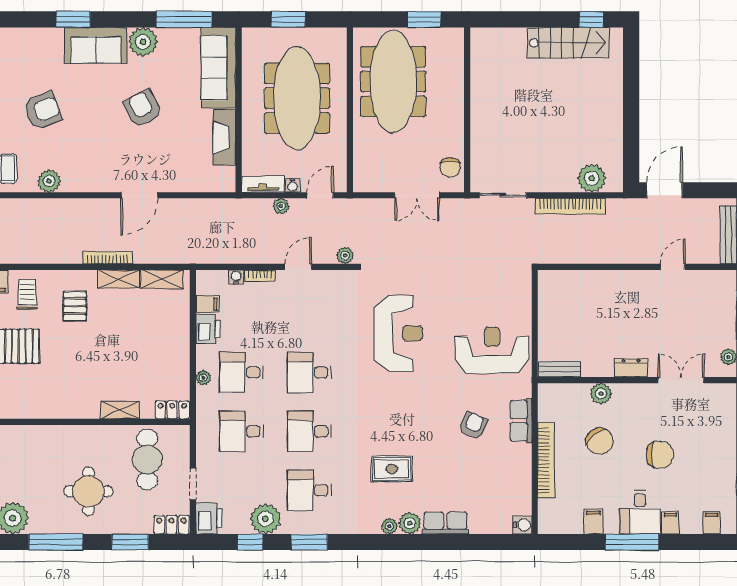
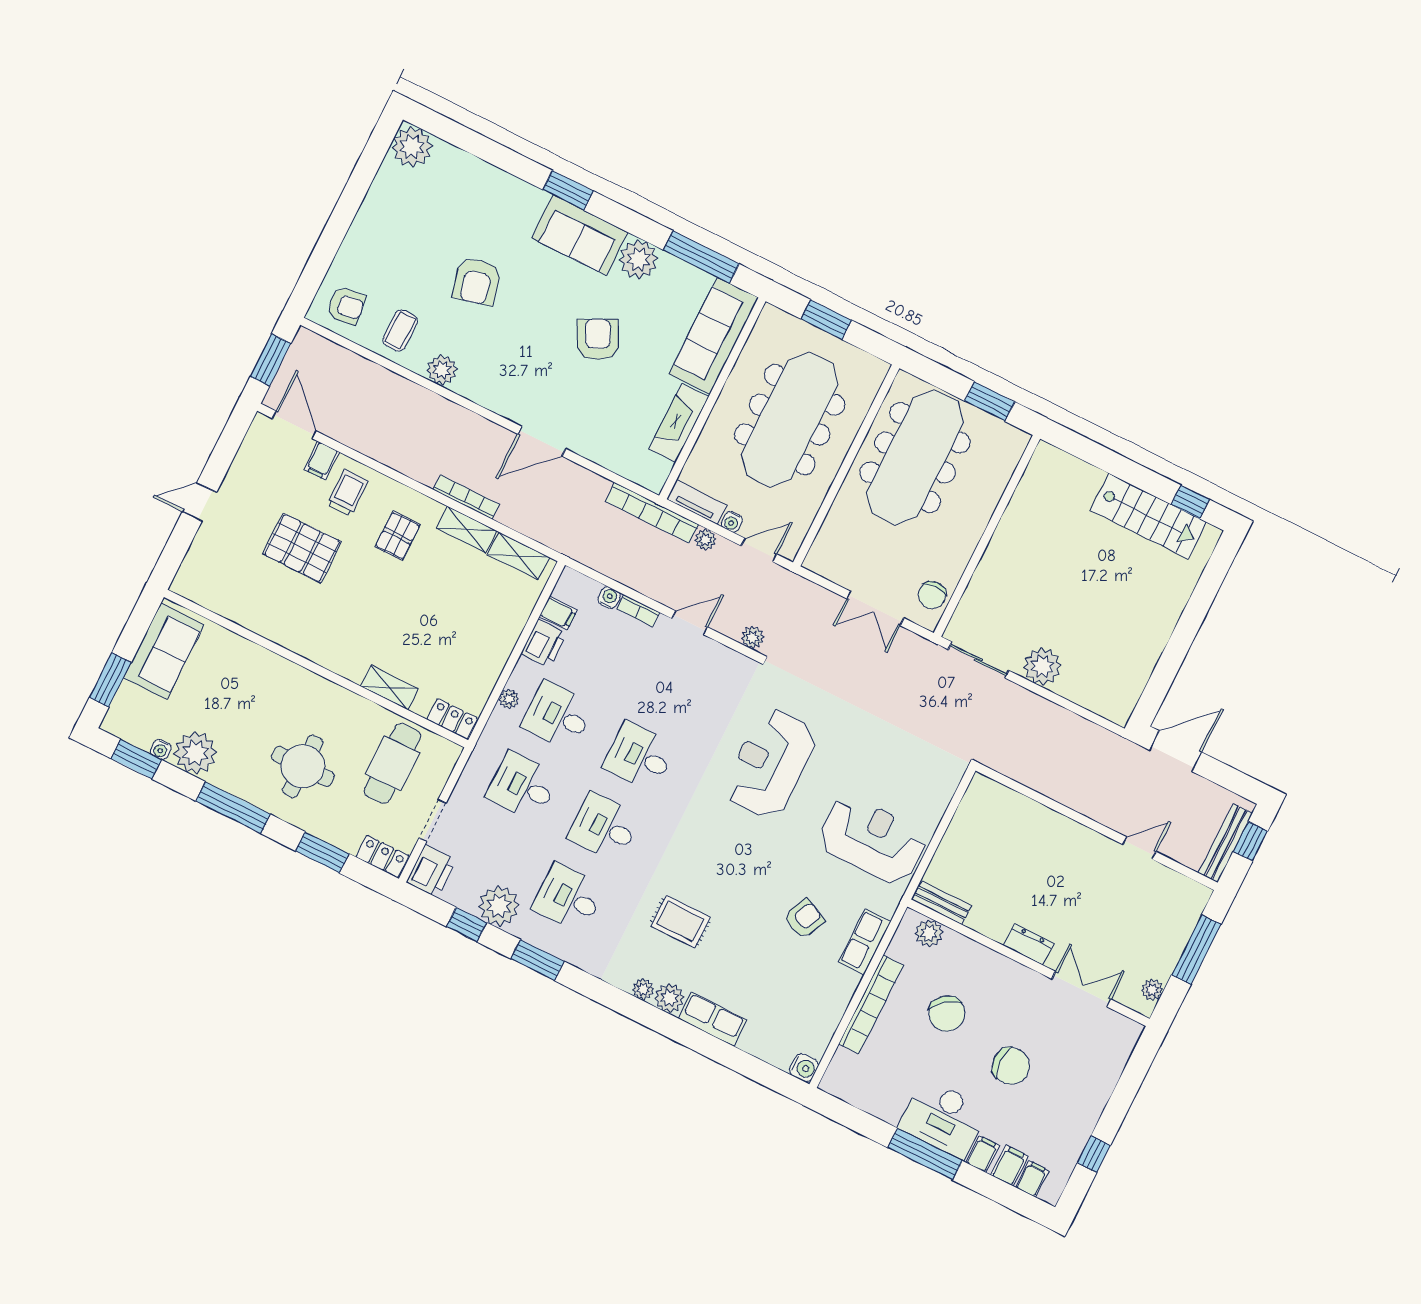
armchair: (43, 111) -> (477, 282), turned 97
plant: (592, 178) -> (1042, 666), moved
bookcase: (570, 206) -> (652, 513), moved
reception desk: (399, 333) -> (770, 763), turned 180
plant: (601, 394) -> (929, 933), moved
desk: (640, 512) -> (943, 1118), width x1.37
filing cabinet: (593, 522) -> (1009, 1166), moved

